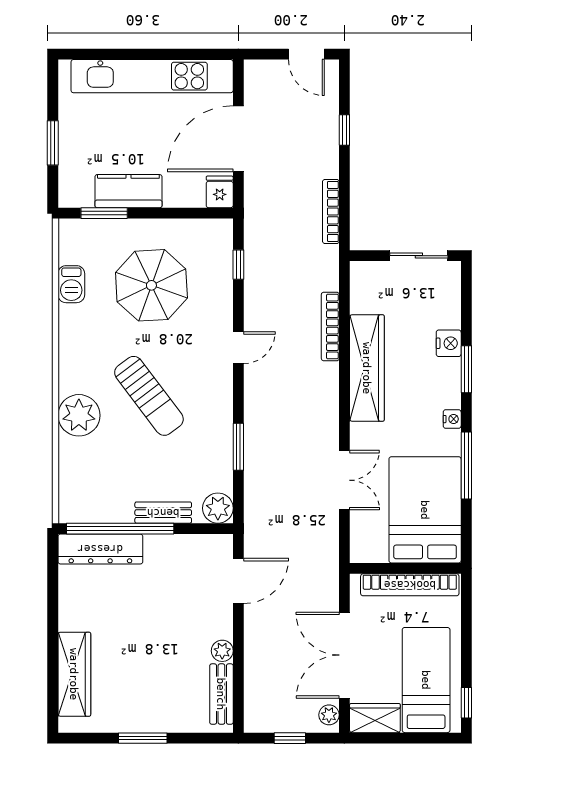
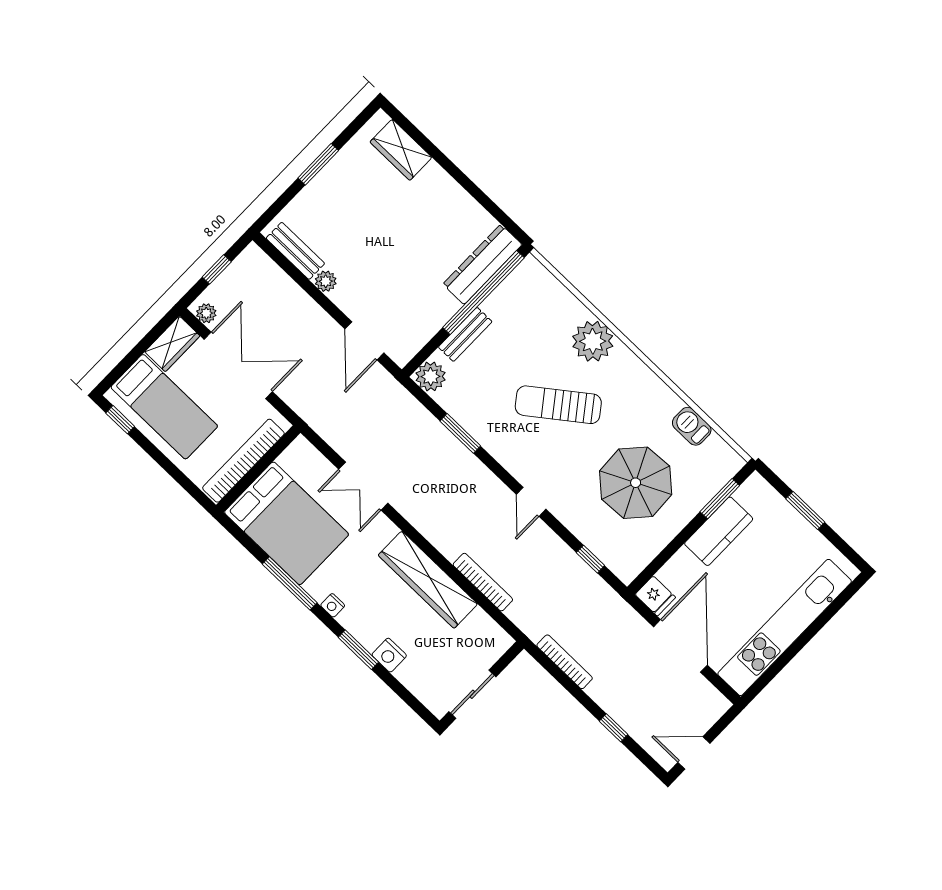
wardrobe: (74, 674) -> (401, 150), width x0.67

